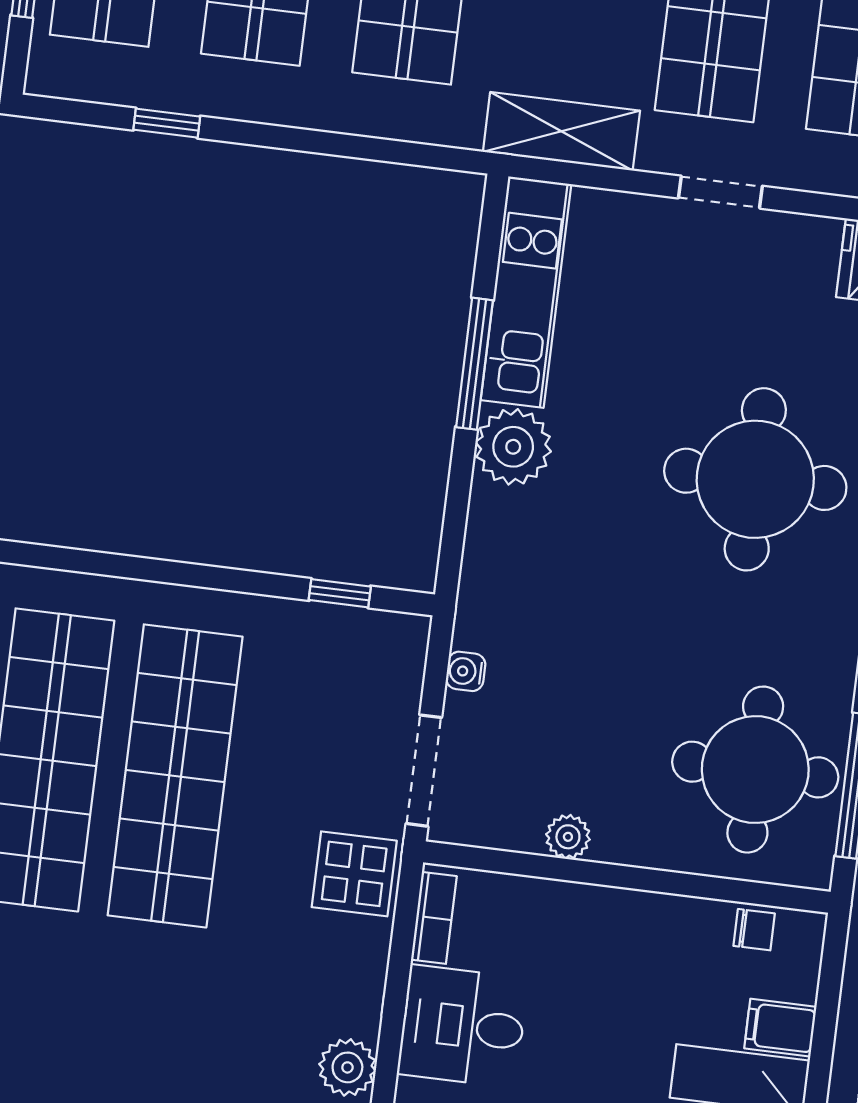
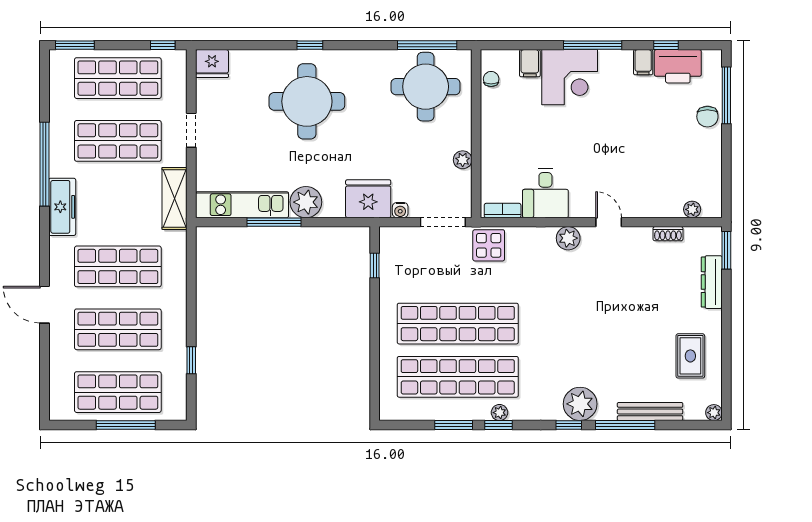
fridge: (502, 598) -> (368, 199), added

